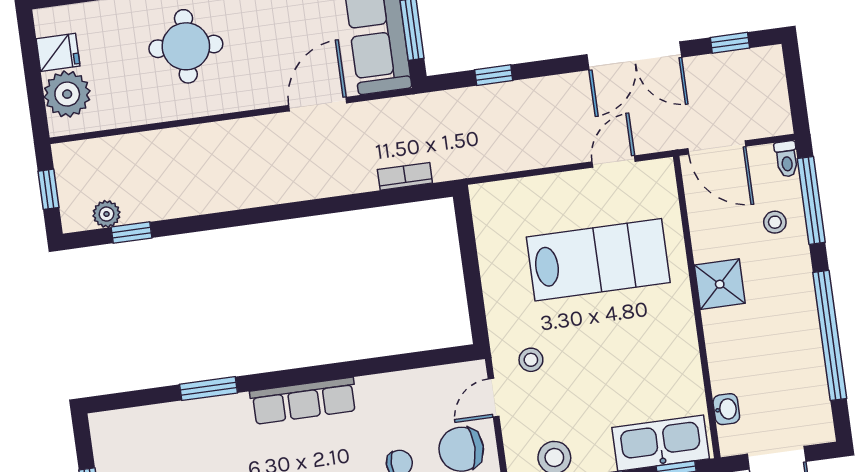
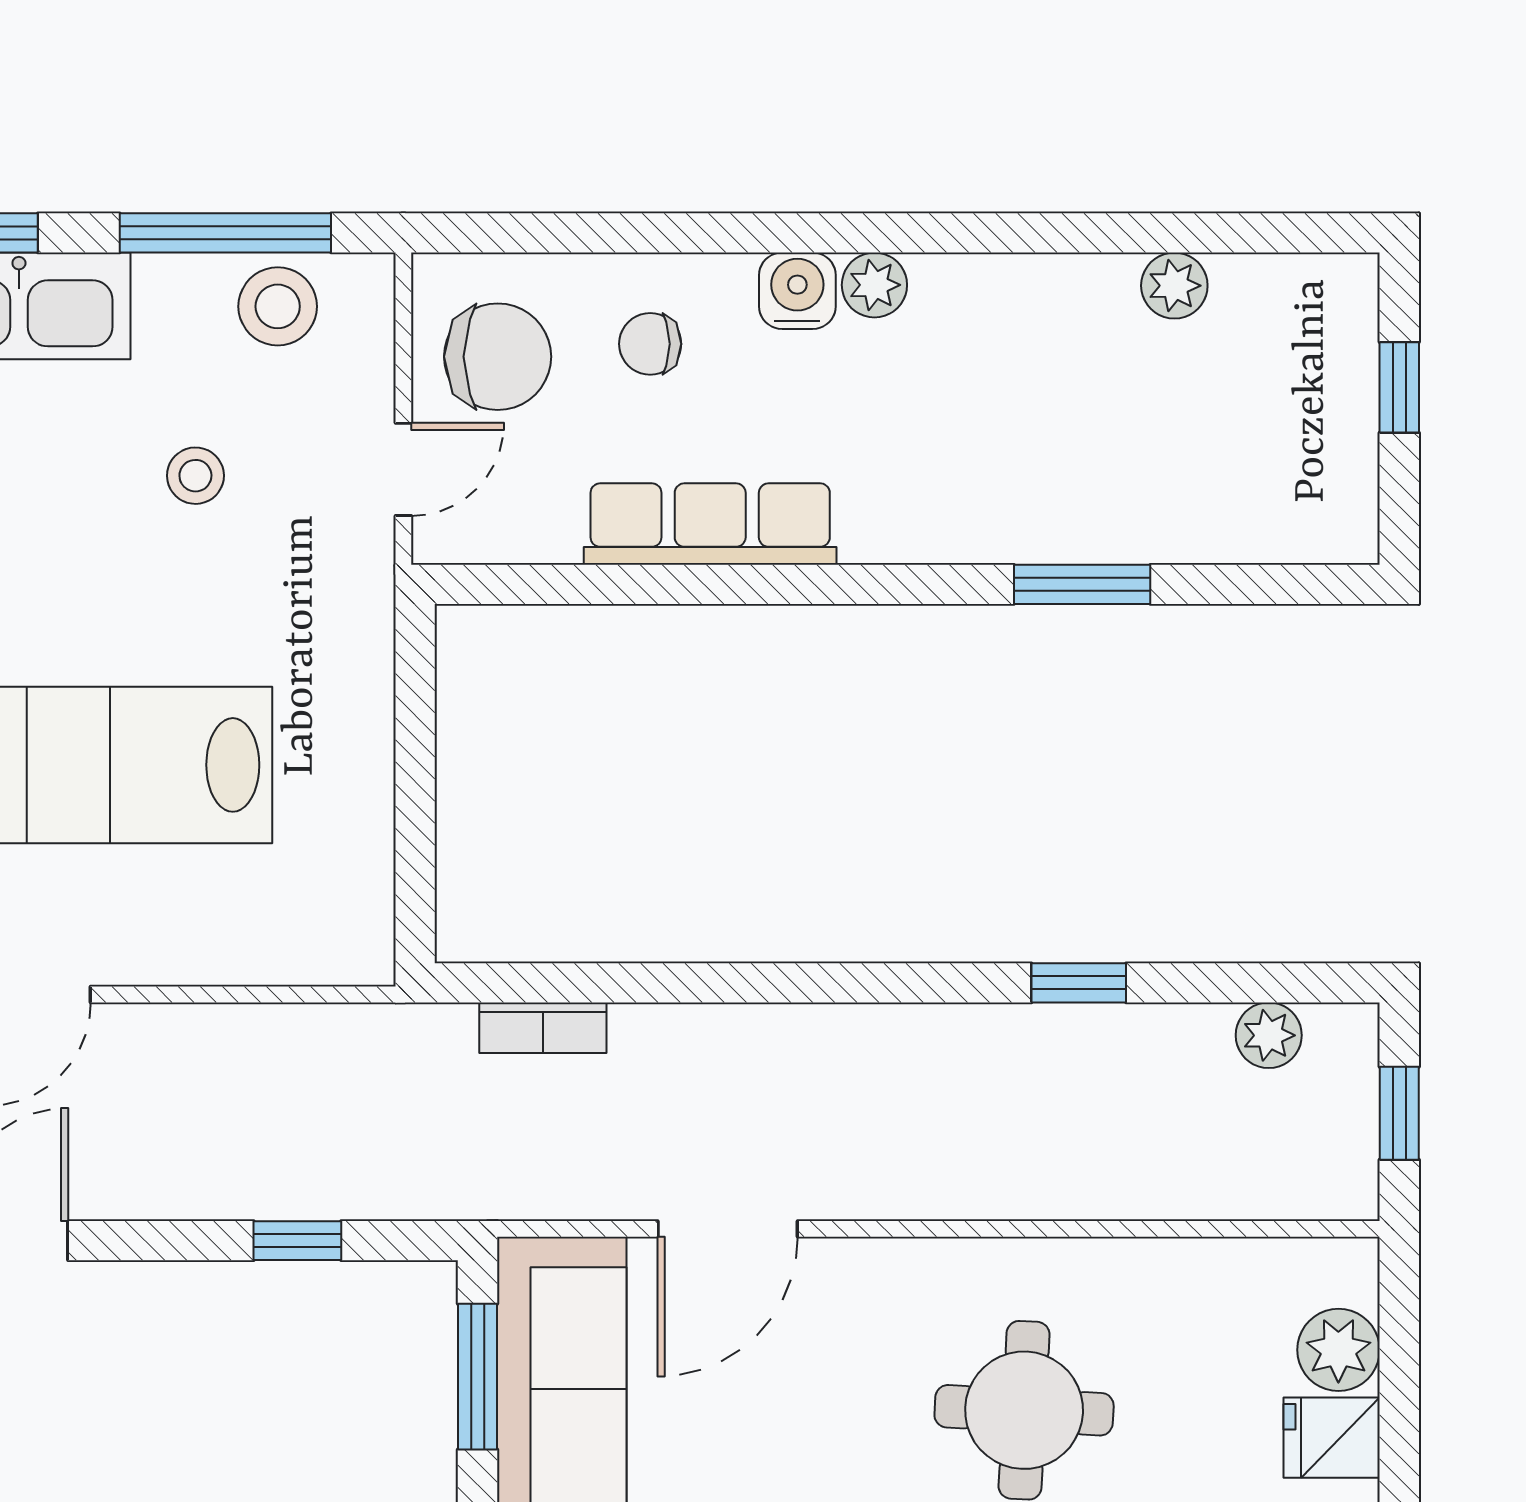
plant: (67, 94) -> (1338, 1350), width x0.73, depth x0.73
window: (132, 233) -> (1079, 983), moved
stool: (531, 360) -> (195, 476), moved
row of seats: (304, 401) -> (710, 524), moved

